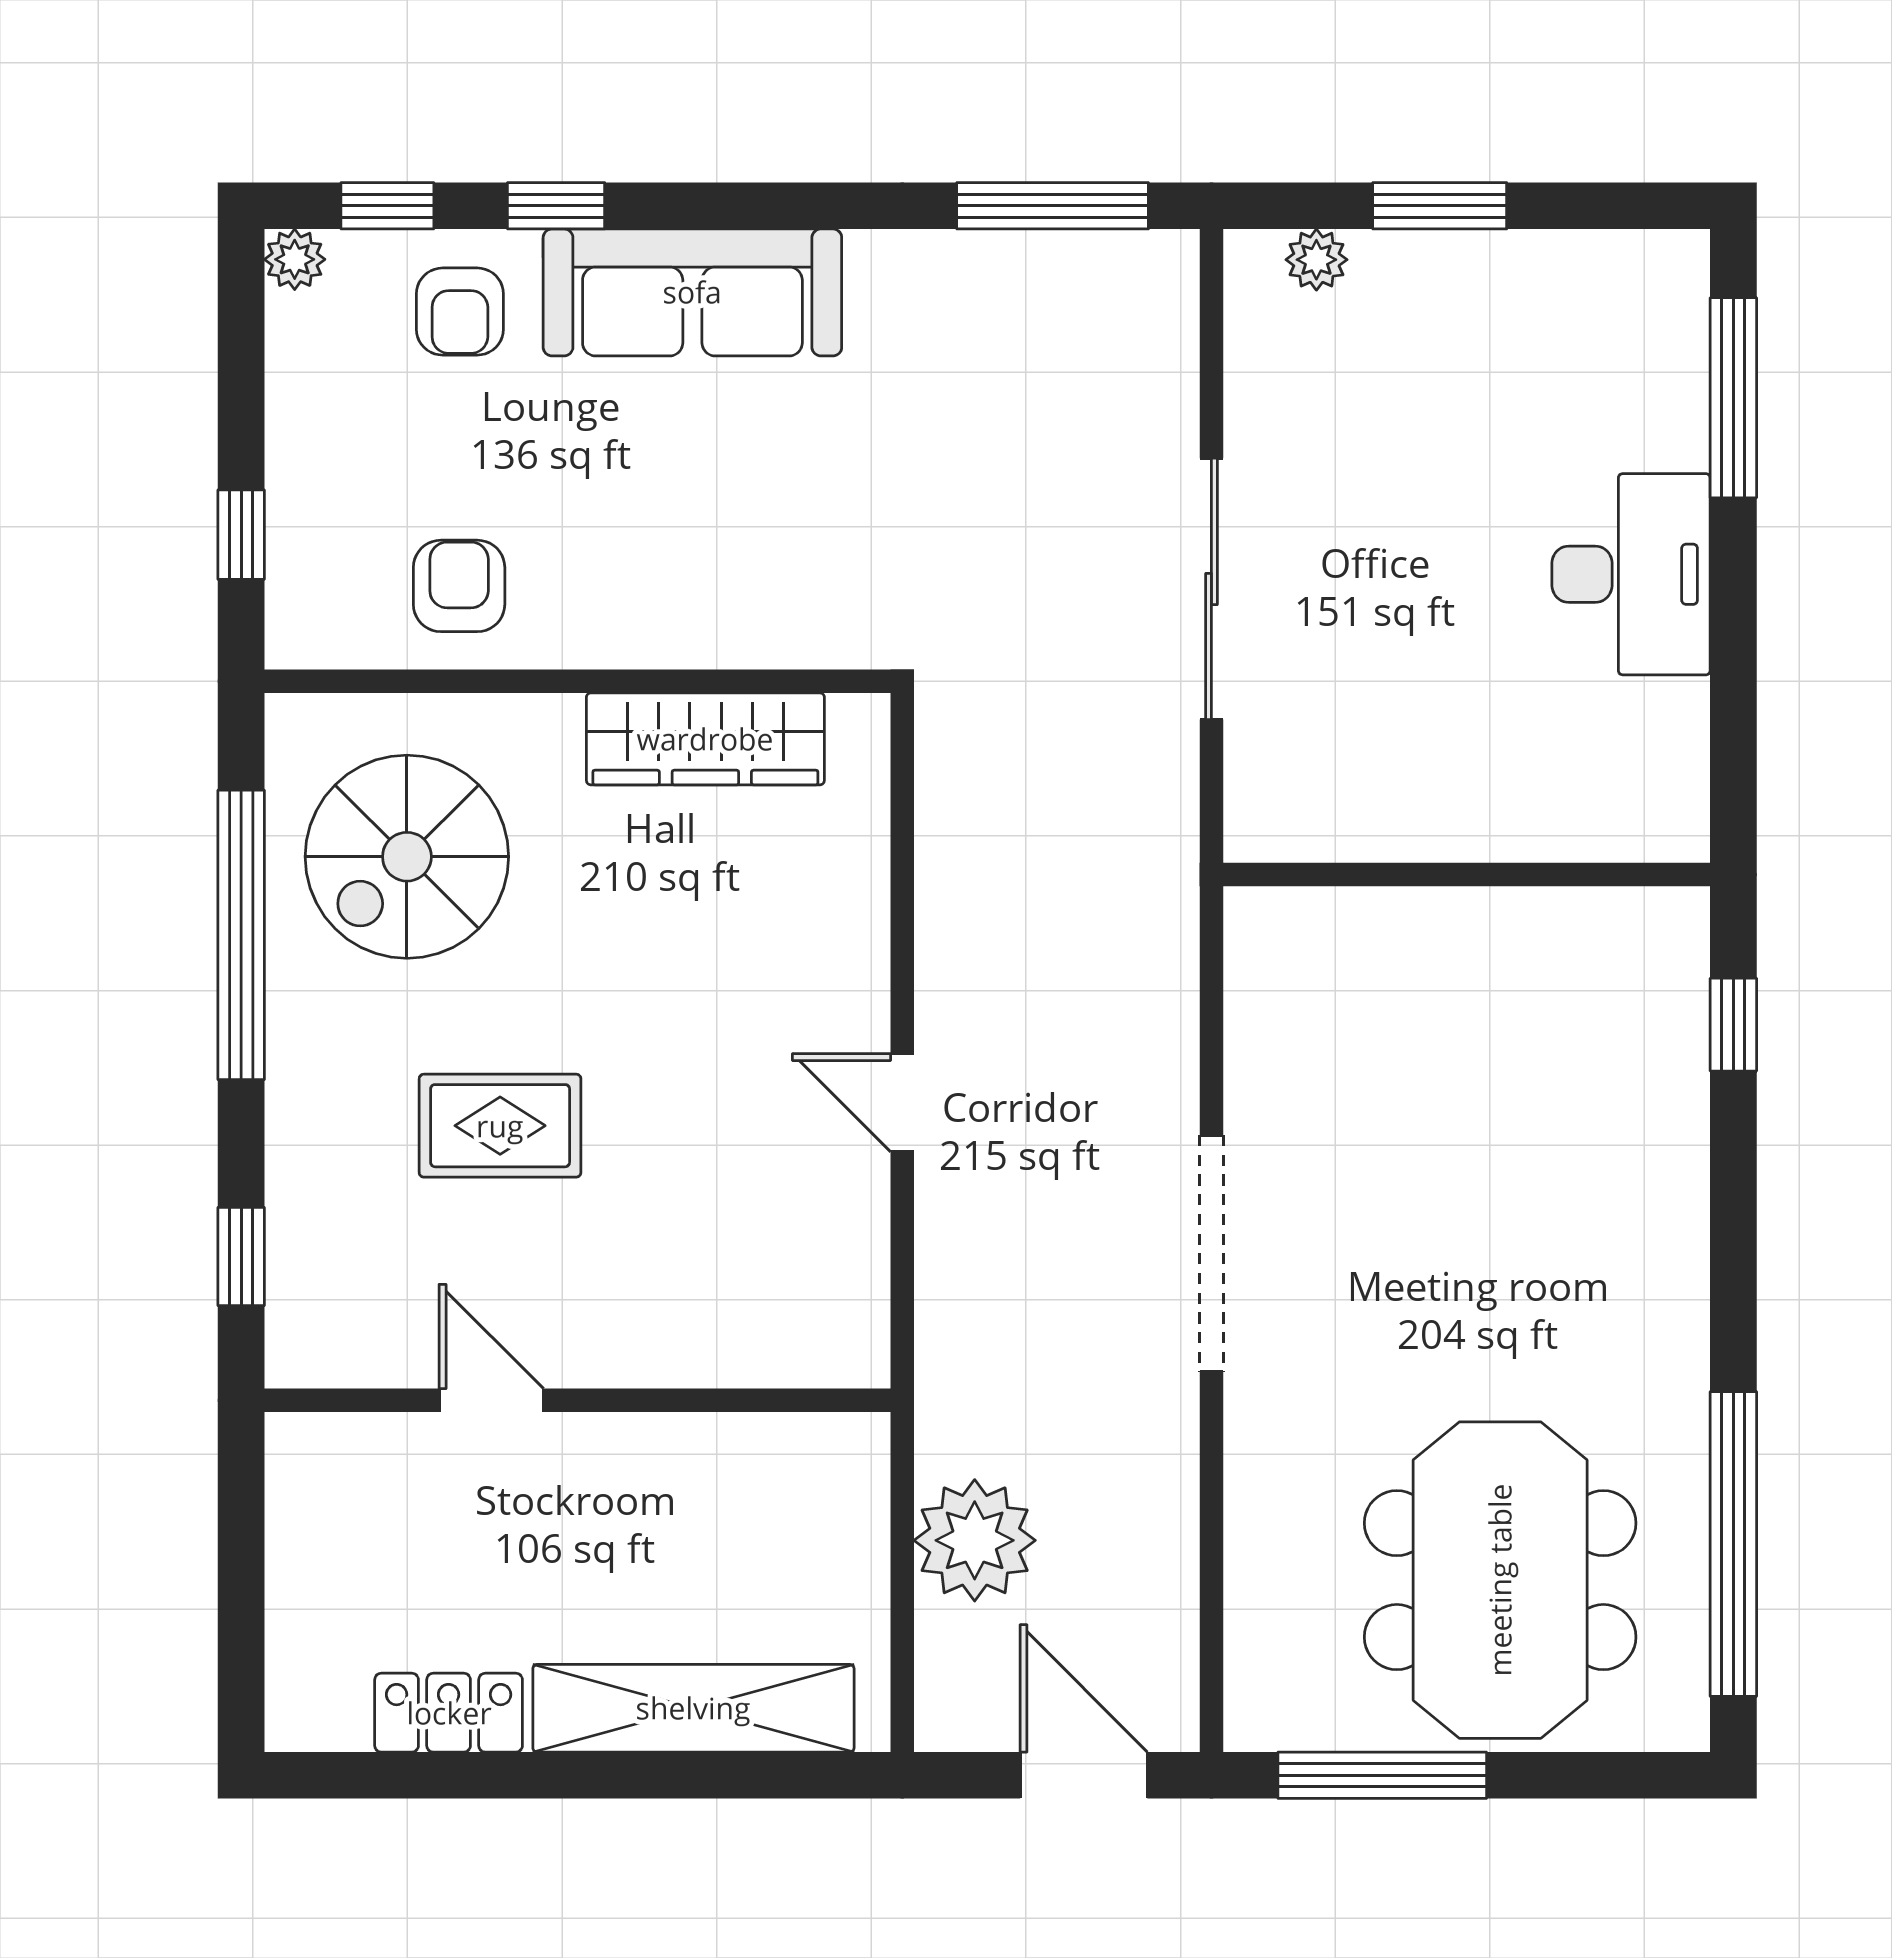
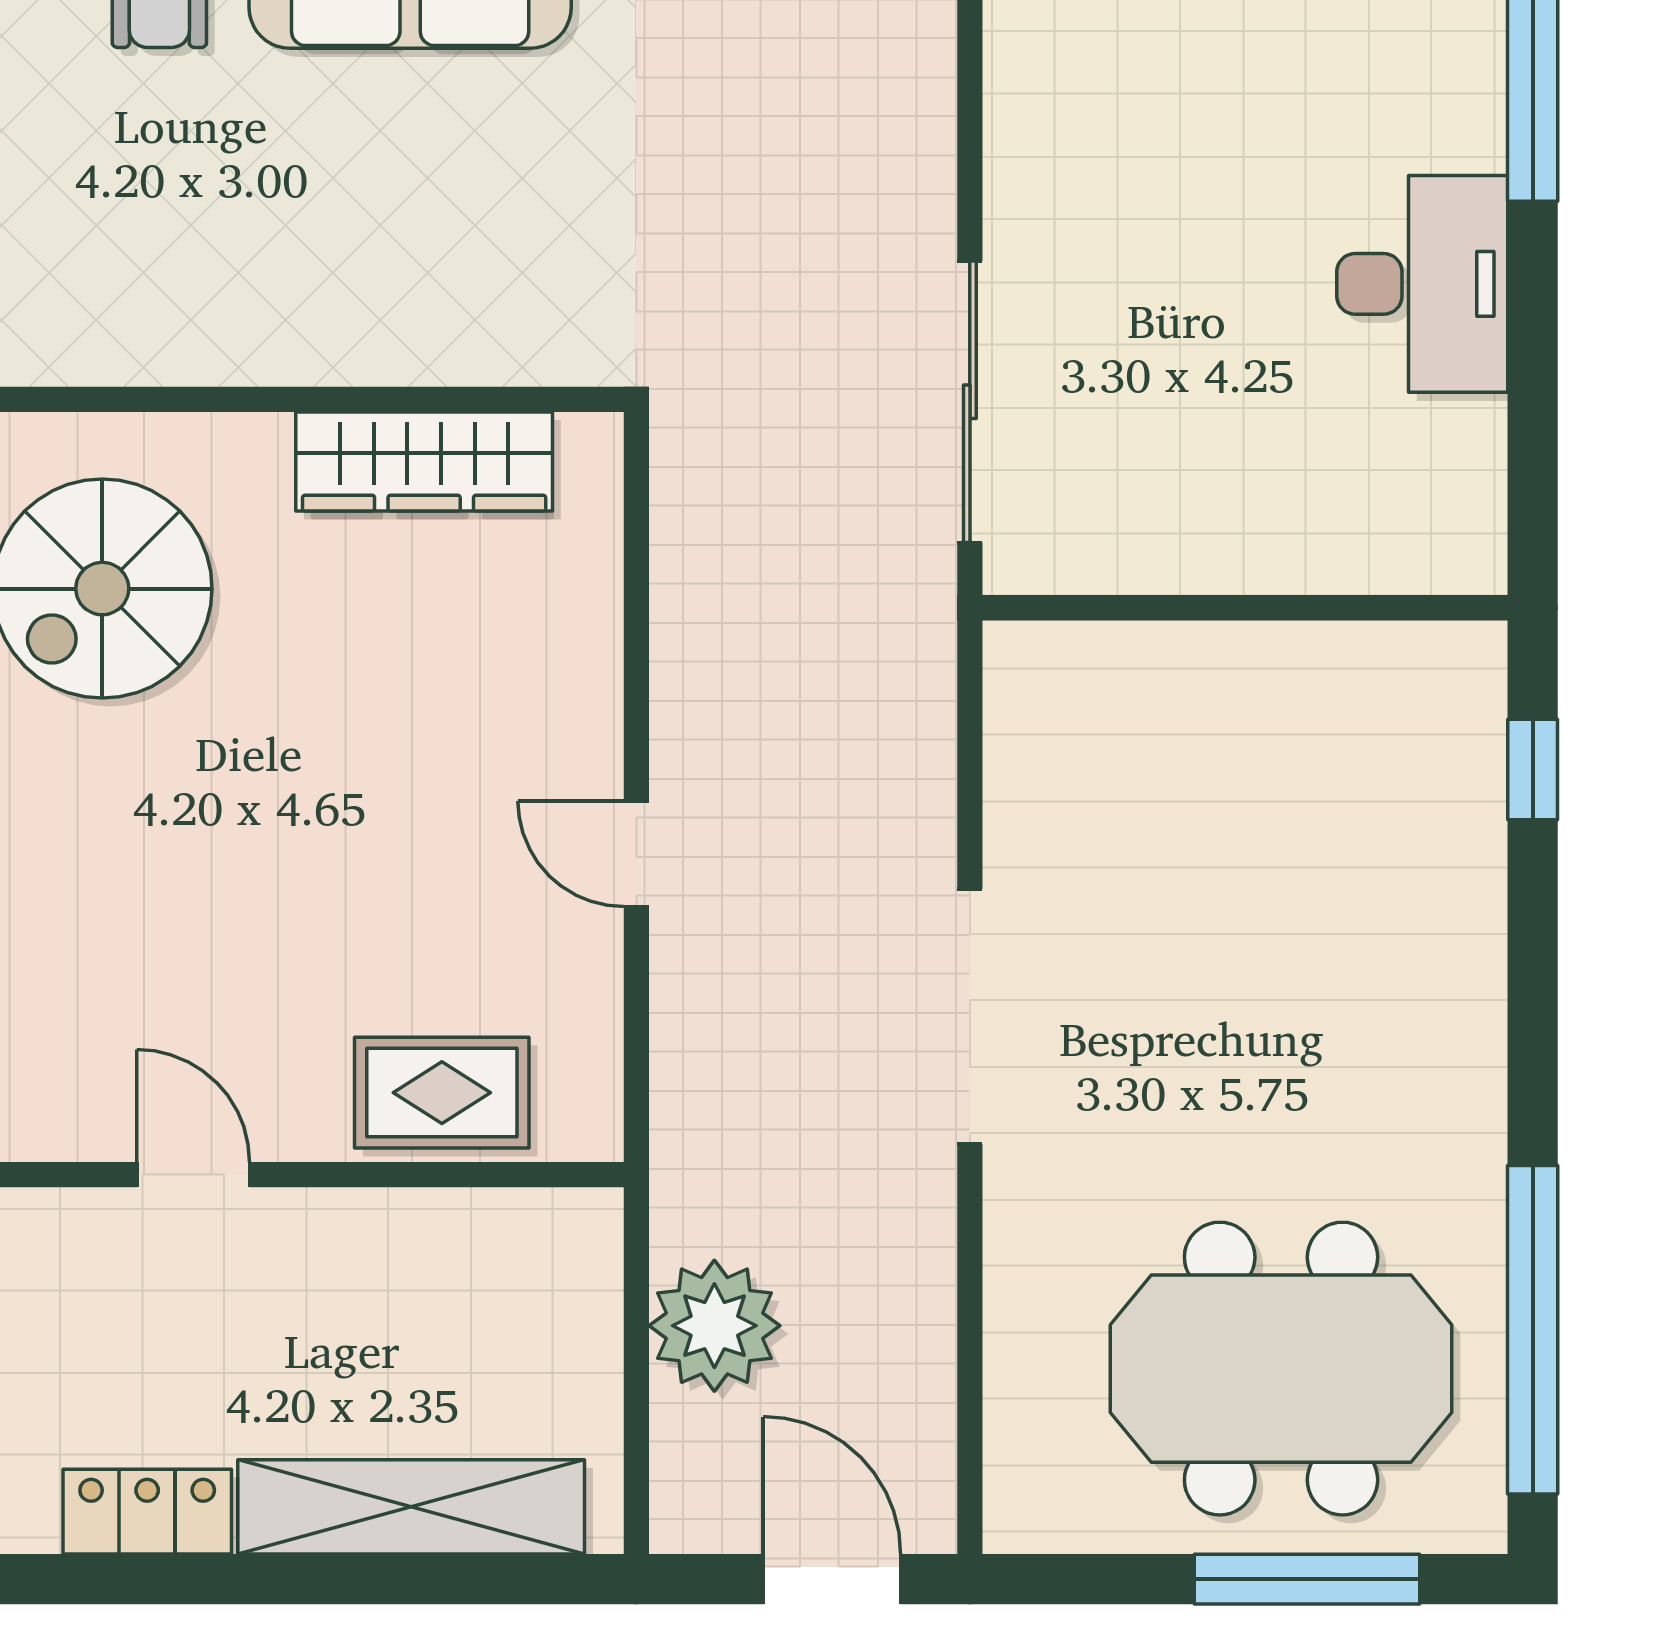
armchair: (459, 586) -> (158, 296), removed
sliding door: (1211, 589) -> (970, 402), moved
rug: (500, 1126) -> (442, 1093), moved
meeting table: (1500, 1580) -> (1281, 1369), turned 90
window: (1382, 1775) -> (1307, 1579), moved

